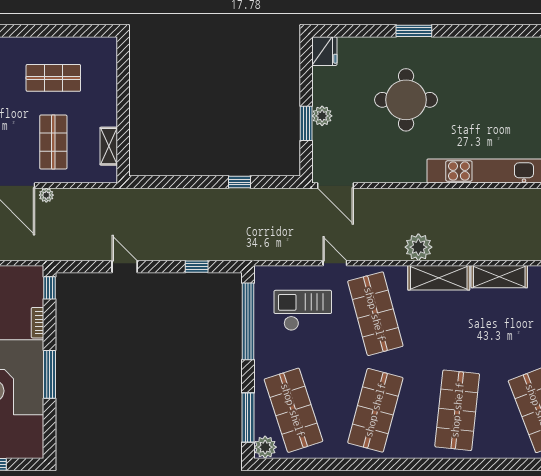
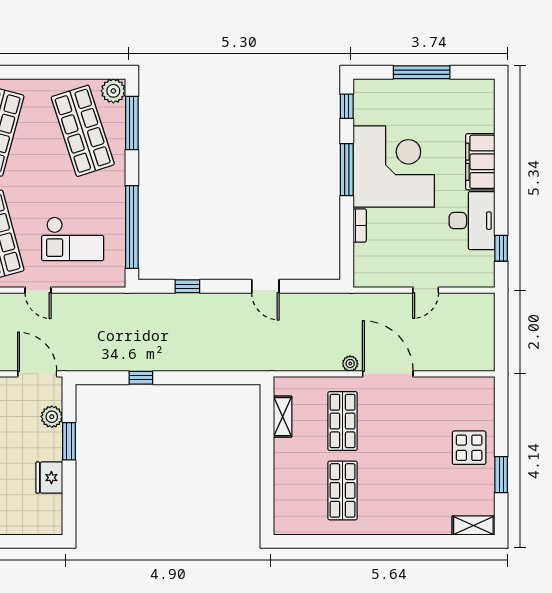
fridge: (324, 51) -> (49, 478), moved
shop shelf: (53, 78) -> (343, 490), turned 90
plant: (322, 116) -> (52, 417), moved
window: (49, 288) -> (347, 106), moved

